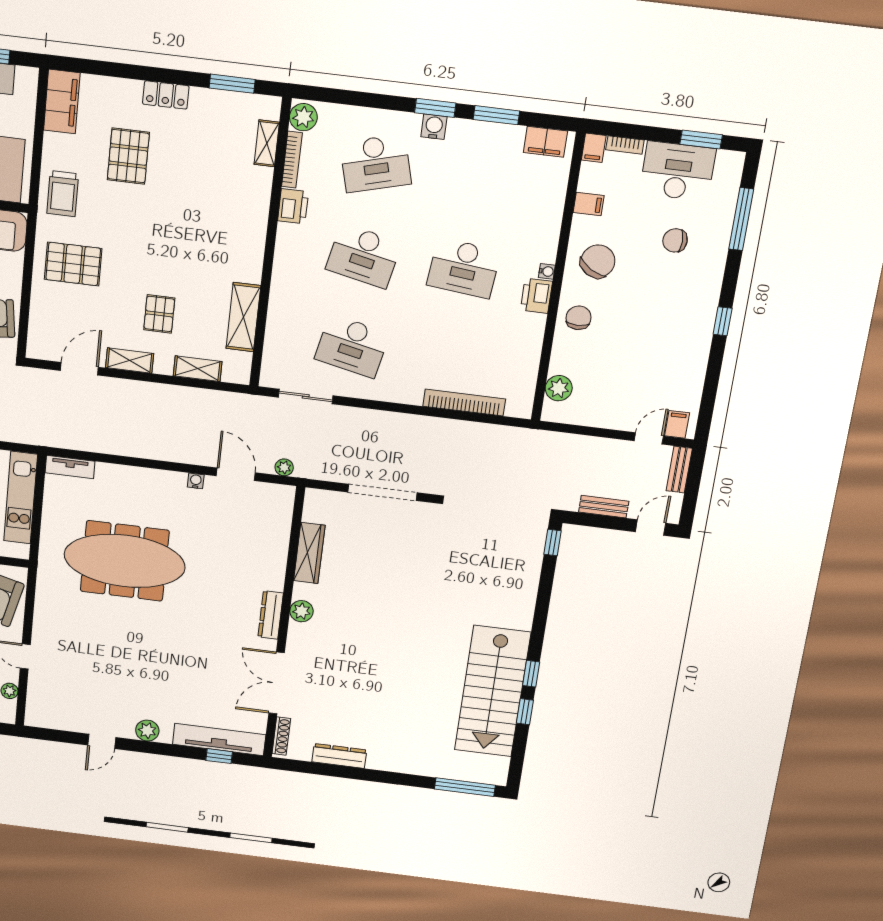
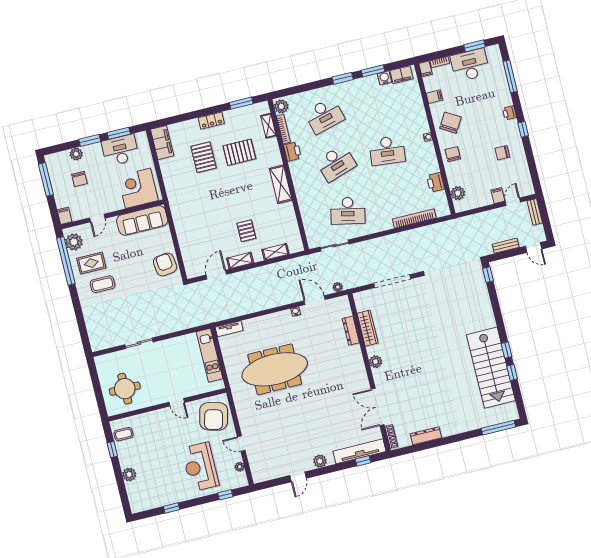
water cooler: (434, 127) -> (384, 78), moved
trolley: (63, 194) -> (178, 188), removed
chair: (675, 240) -> (502, 153), moved
desk: (364, 256) -> (336, 163), turned -30
pallet: (73, 264) -> (239, 152), moved
printer: (711, 284) -> (509, 113), added
printer: (536, 296) -> (436, 182), moved
shelving: (243, 317) -> (281, 184), moved
filing cabinet: (677, 424) -> (498, 196), moved
door: (651, 528) -> (534, 248), swing flipped
dresser: (271, 615) -> (351, 331), moved

